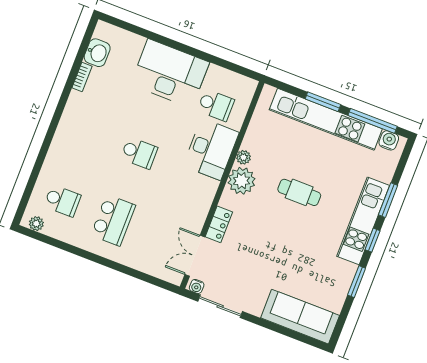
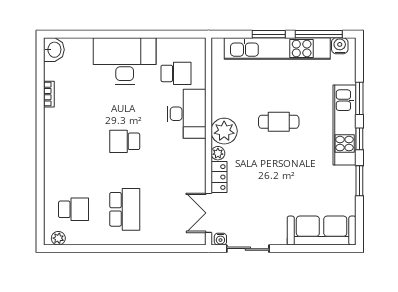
washbasin: (97, 53) -> (54, 50), moved
school desk: (139, 153) -> (125, 141), turned 180
plant: (244, 157) -> (218, 153), moved

